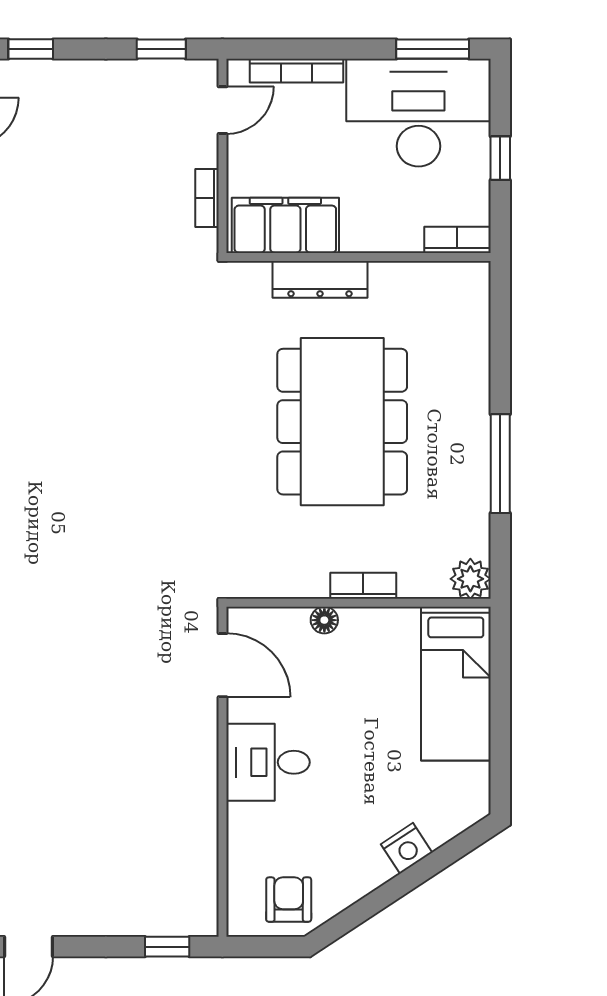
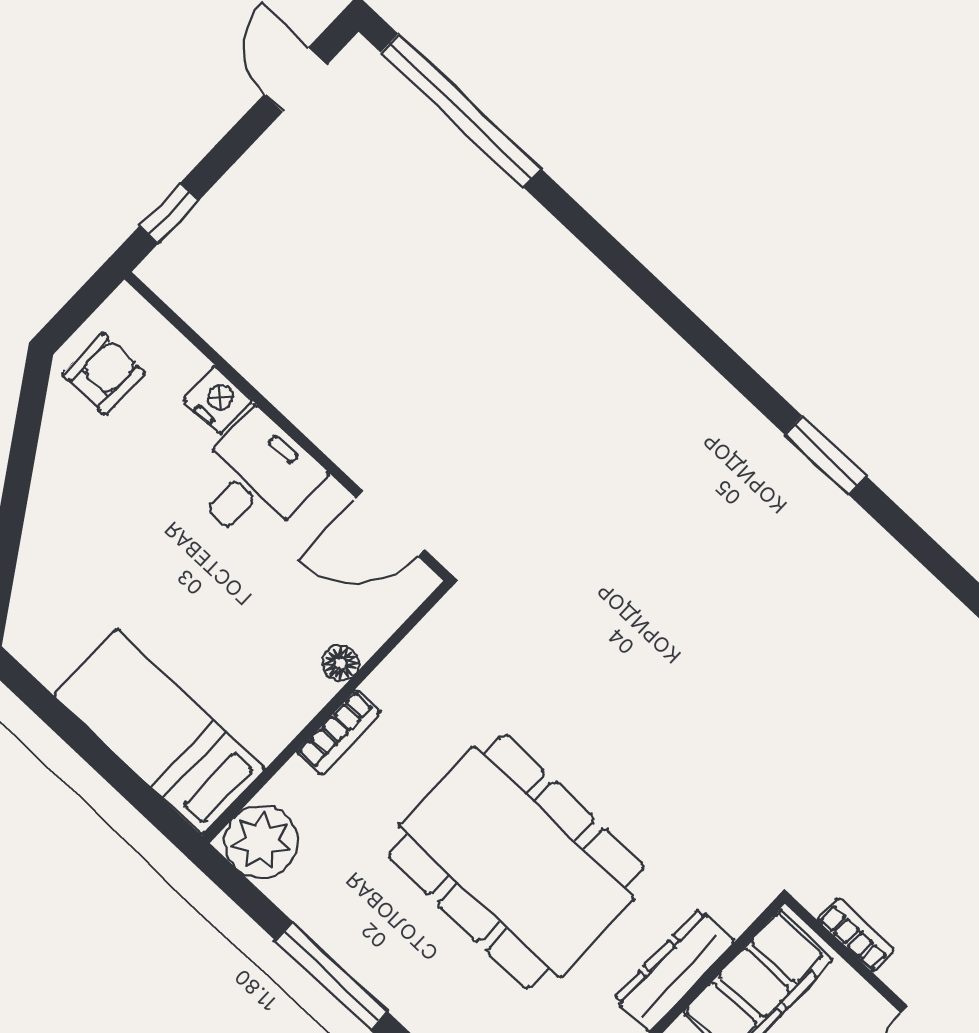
plant: (470, 579) -> (261, 842), width x1.36, depth x1.36
nightstand: (407, 848) -> (218, 400), moved, turned 123
armchair: (289, 900) -> (104, 374), turned -90

